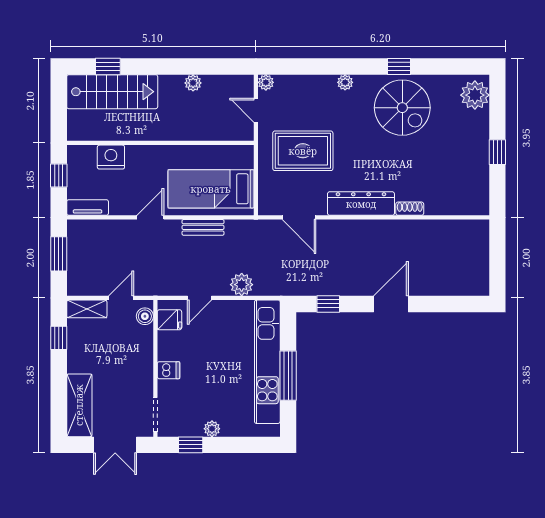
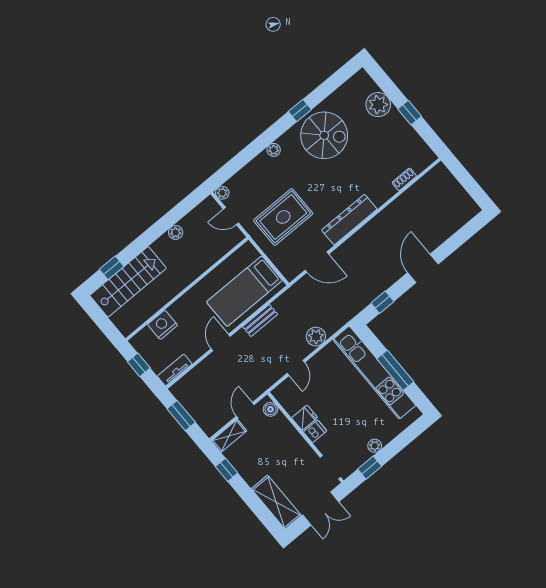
plant: (475, 95) -> (378, 105), moved
shoe rack: (410, 209) -> (404, 179), moved
fridge: (169, 320) -> (305, 418), moved

